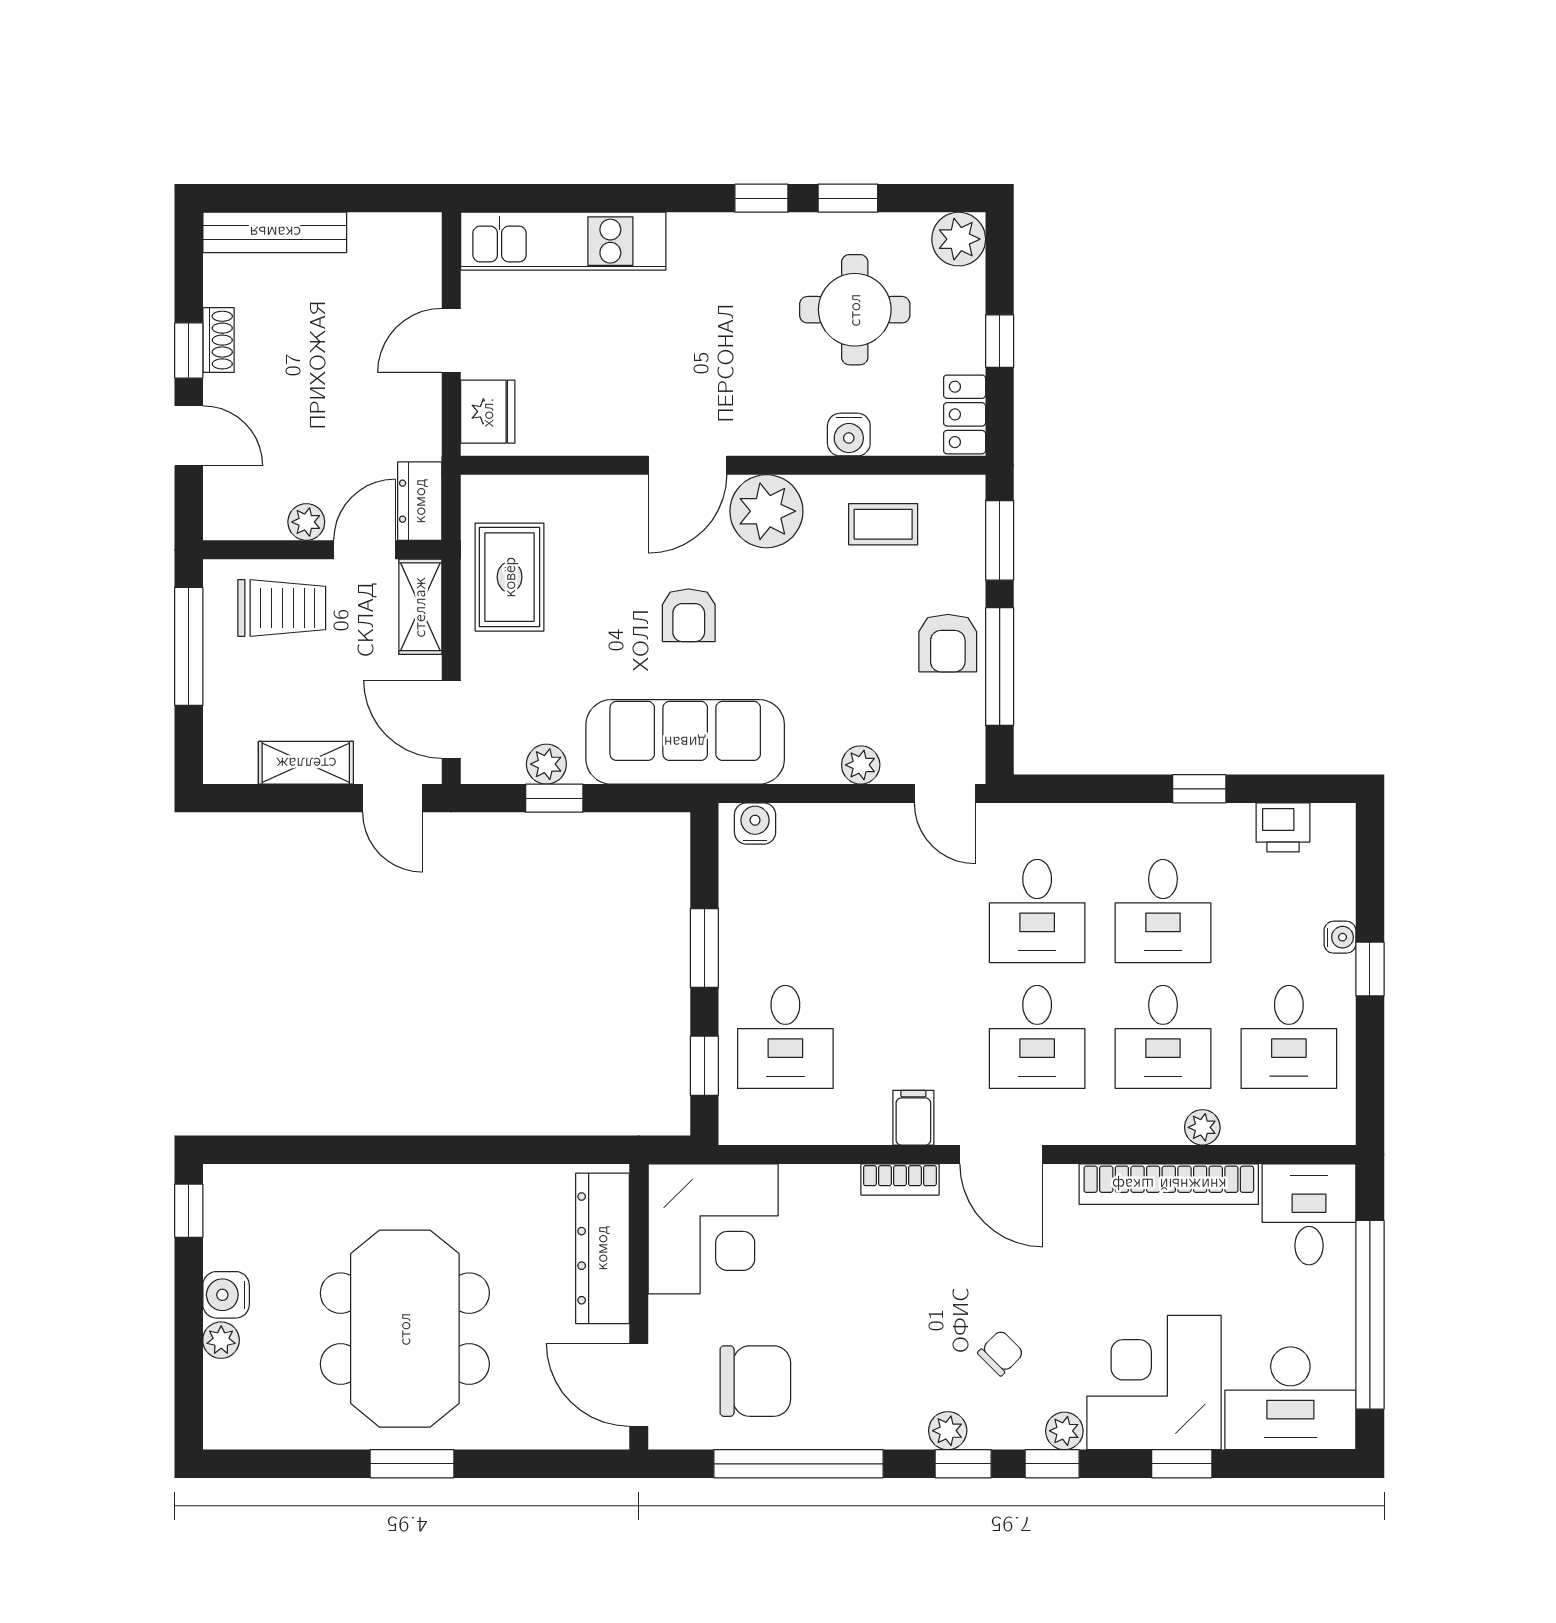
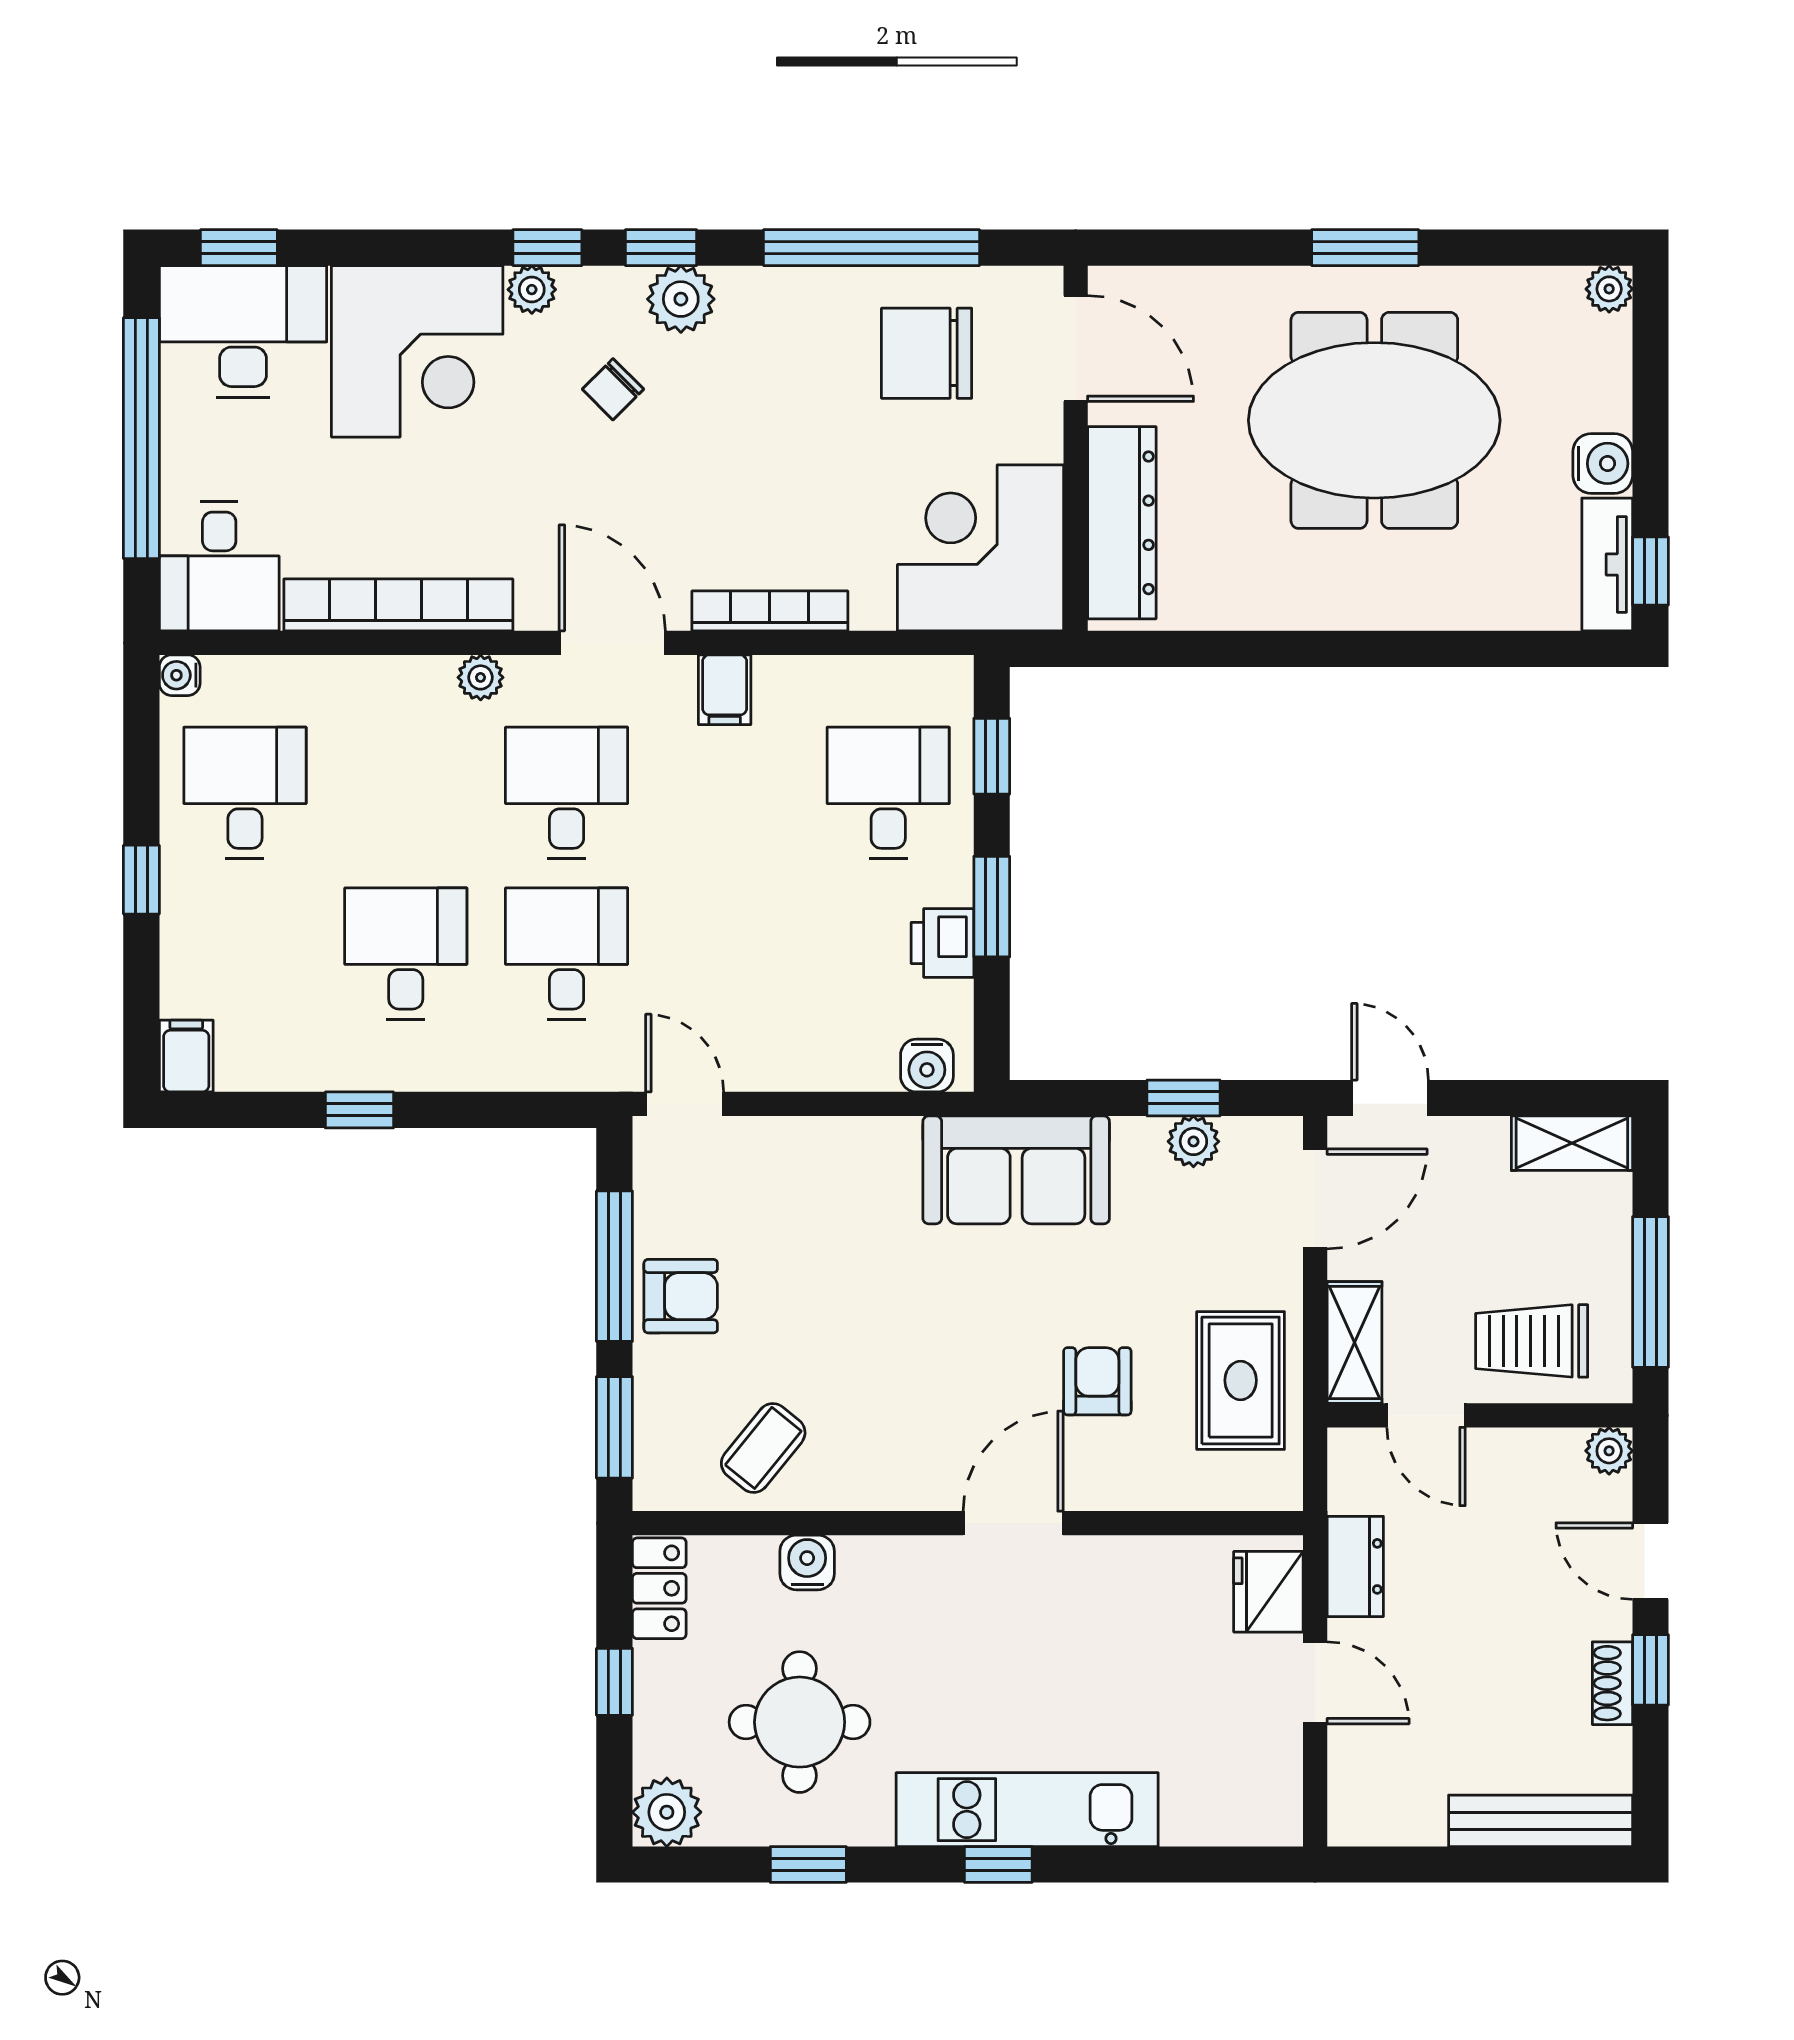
window: (761, 198) -> (998, 1865), moved
kitchen unit: (563, 241) -> (1027, 1810), moved
door: (451, 340) -> (1315, 1683), hinge flipped
dresser: (420, 501) -> (1355, 1566), moved
plant: (766, 511) -> (912, 1465), removed
plant: (306, 522) -> (1609, 1451), moved
coffee table: (883, 524) -> (763, 1448), turned -51
door: (364, 550) -> (1426, 1415), hinge flipped
armchair: (689, 615) -> (1097, 1381), moved
armchair: (948, 643) -> (681, 1296), turned 90
door: (451, 719) -> (1315, 1199), hinge flipped
sofa: (685, 742) -> (1016, 1170), width x0.73
shelving: (306, 763) -> (1572, 1143), moved
plant: (861, 765) -> (792, 1140), removed
printer: (1283, 827) -> (942, 943), moved, turned -90
filing cabinet: (1335, 831) -> (186, 1056), added
water cooler: (1340, 937) -> (180, 675), moved
desk: (1163, 1037) -> (406, 793), removed
plant: (1202, 1127) -> (481, 677), moved
bookcase: (900, 1179) -> (770, 611), width x1.56
tv unit: (223, 1216) -> (1607, 564), added
meeting table: (405, 1329) -> (1374, 420), turned 90
plant: (221, 1340) -> (1609, 289), moved
plant: (948, 1431) -> (681, 299), width x1.38, depth x1.38
window: (1182, 1464) -> (239, 248), moved

